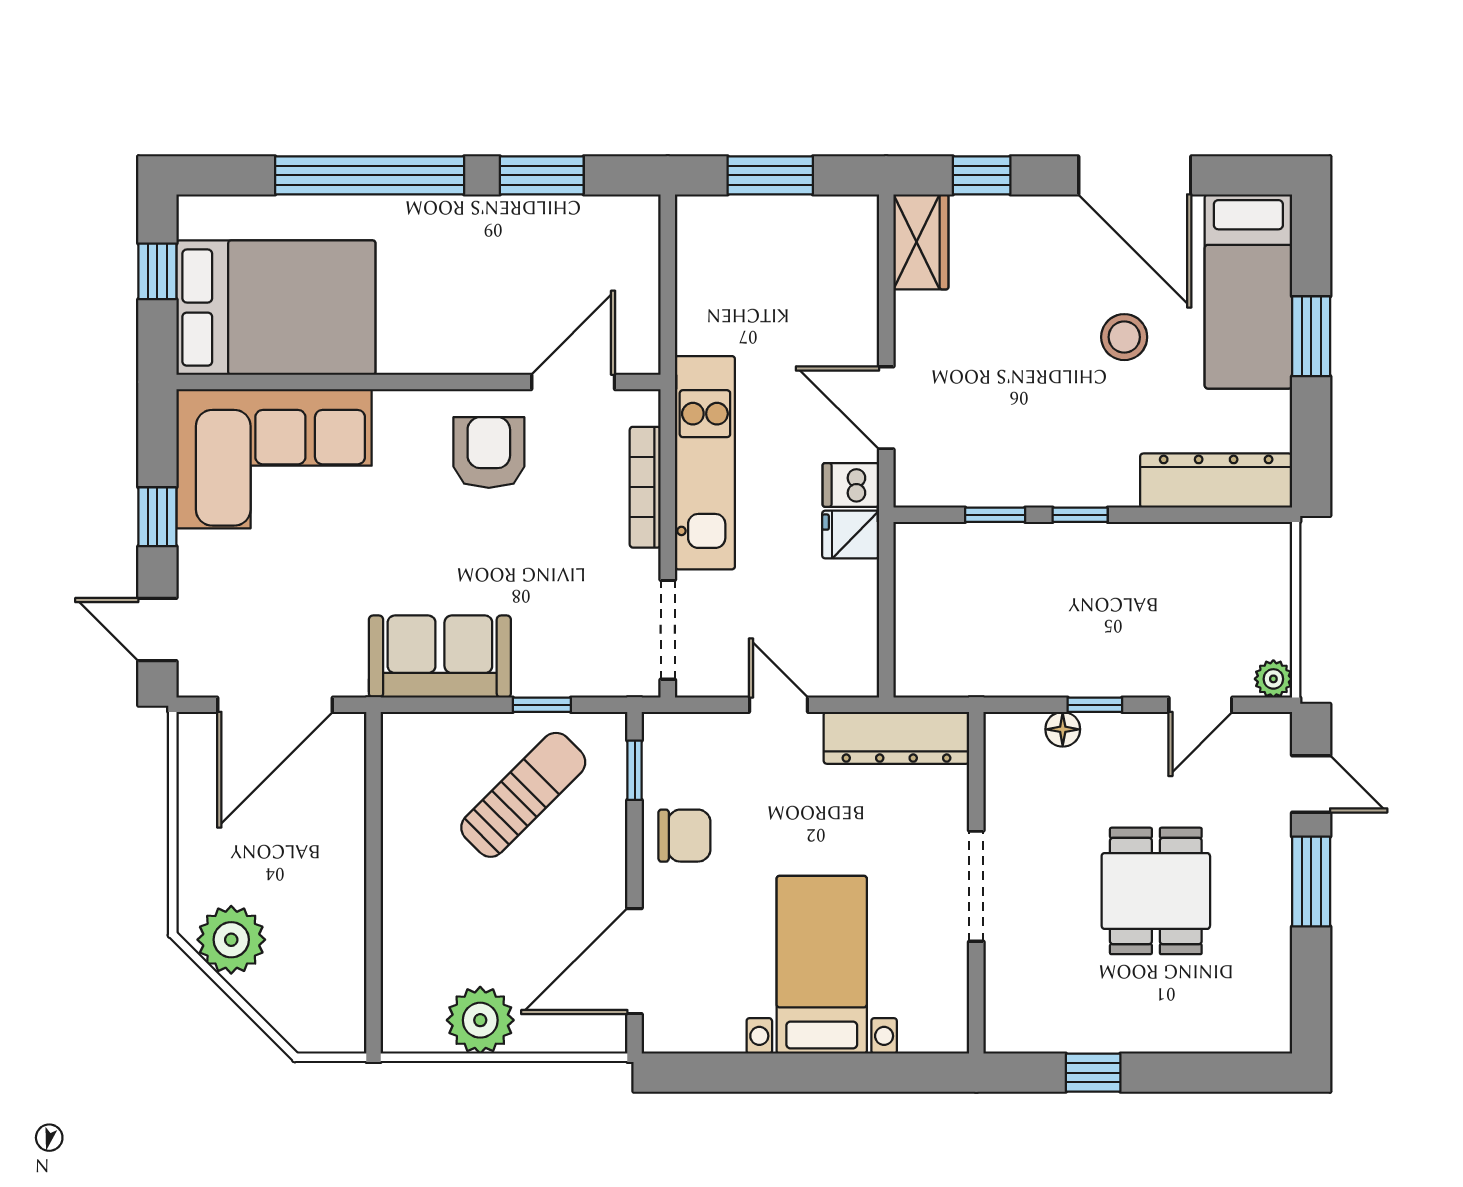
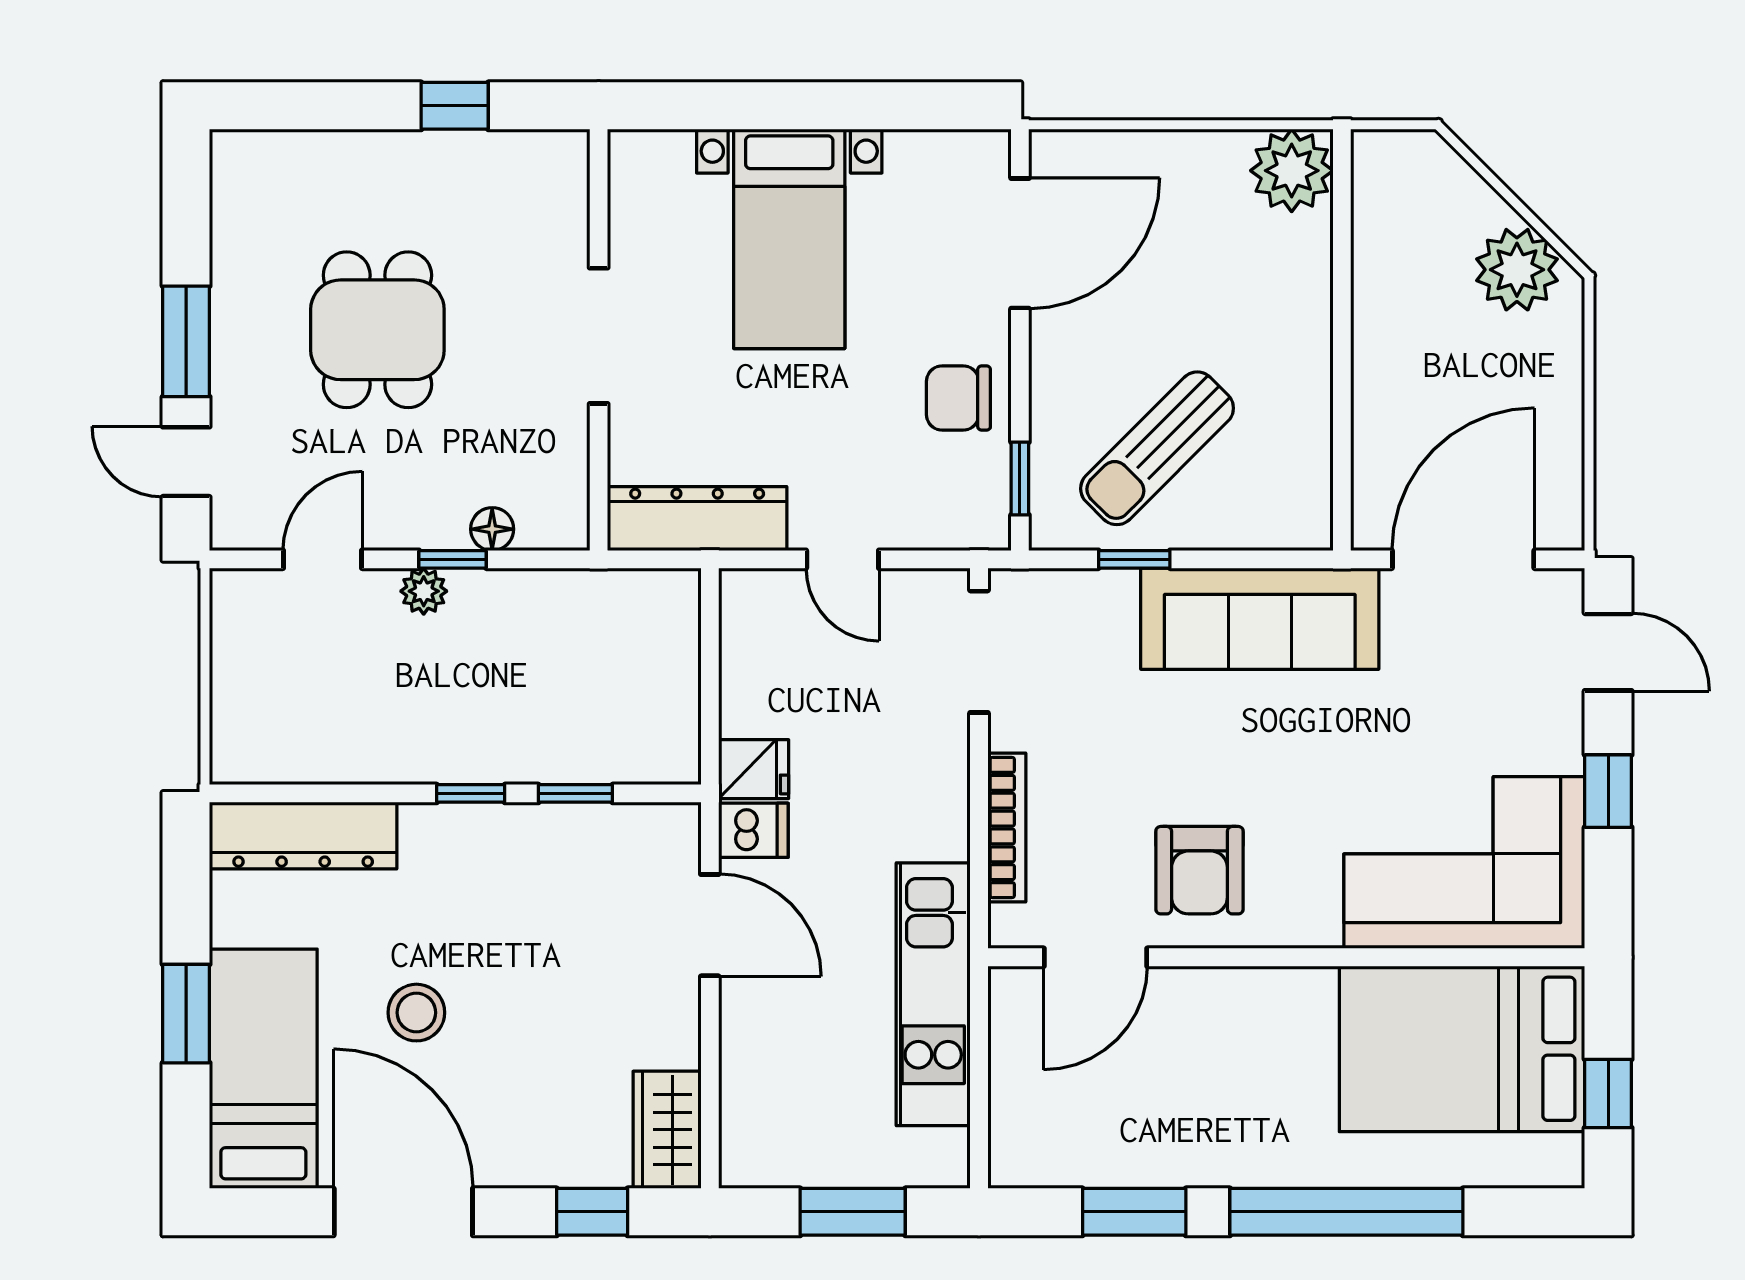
kitchen unit: (705, 463) -> (933, 994), moved
sofa: (440, 657) -> (1260, 619), width x1.36
plant: (1273, 679) -> (424, 591), moved
plant: (480, 1020) -> (1292, 171), moved

